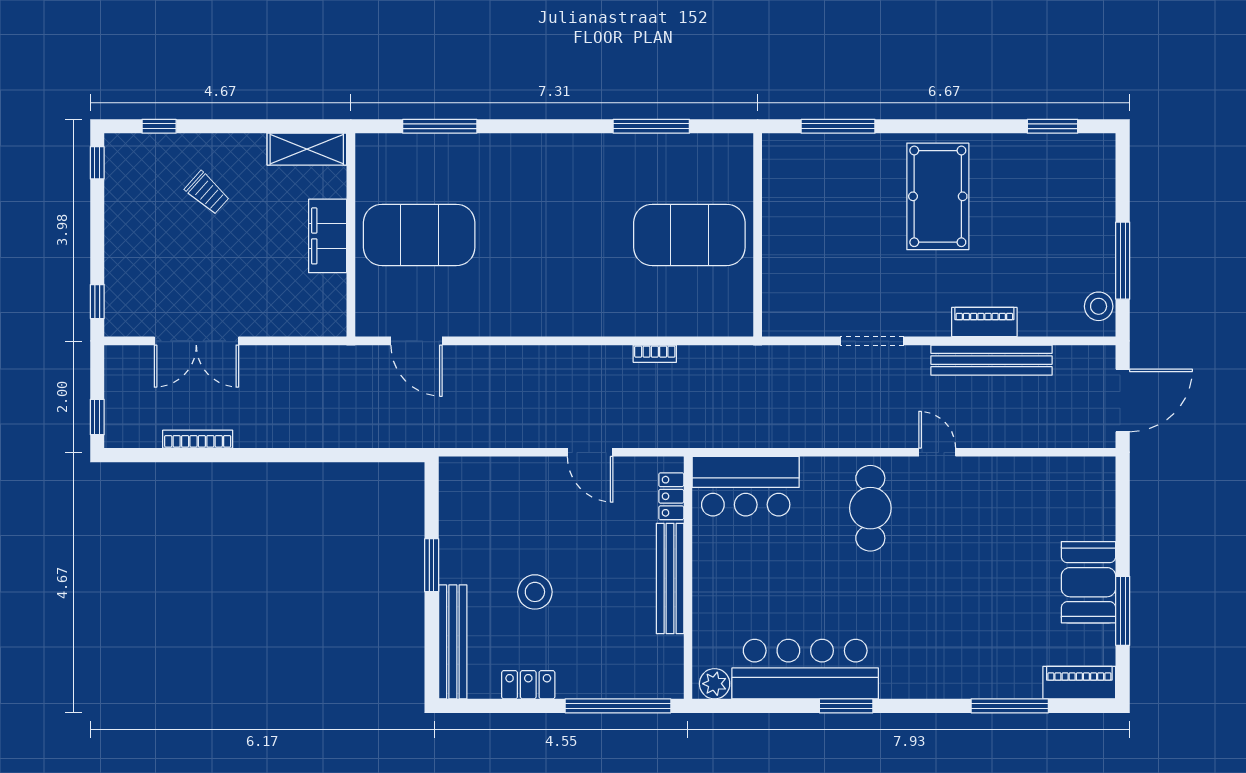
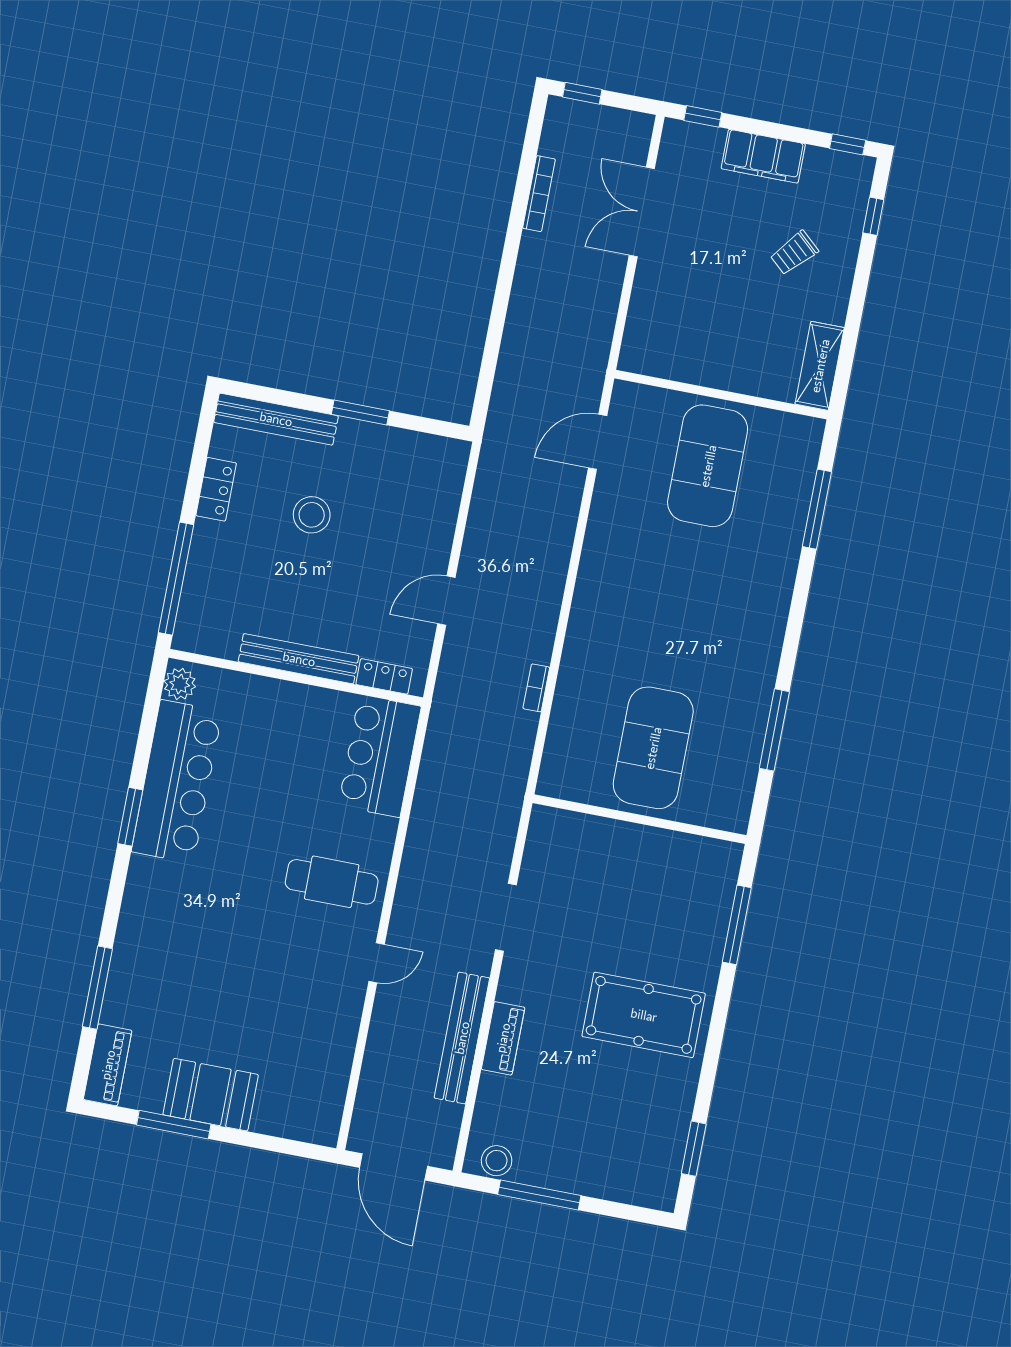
filing cabinet: (328, 236) -> (763, 156), moved, turned 180

